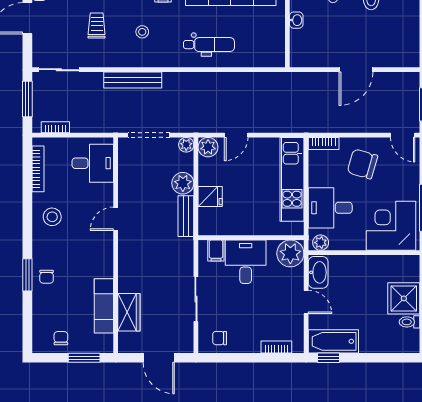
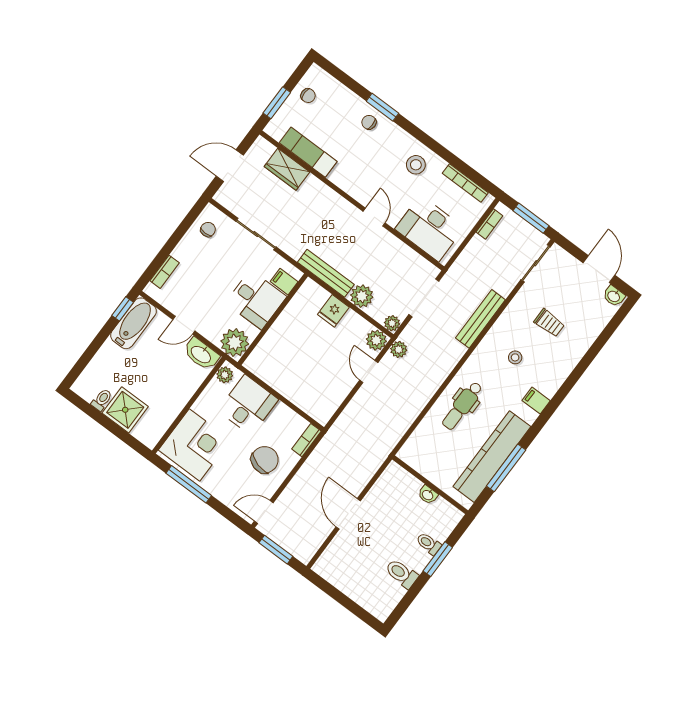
plant: (202, 125) -> (399, 349), added
desk: (93, 163) -> (429, 228), width x1.37
kitchen unit: (292, 179) -> (296, 391), removed
bench: (186, 216) -> (326, 273), width x1.36

